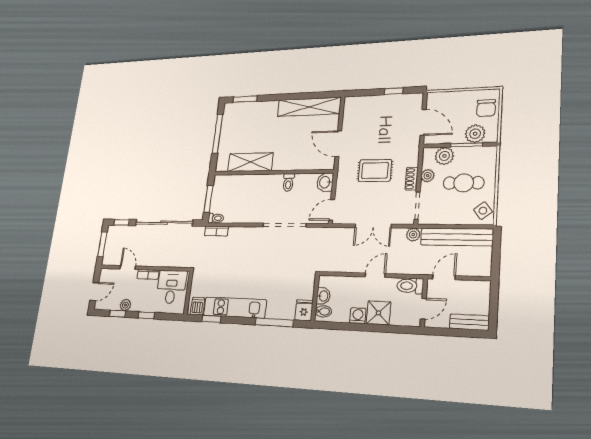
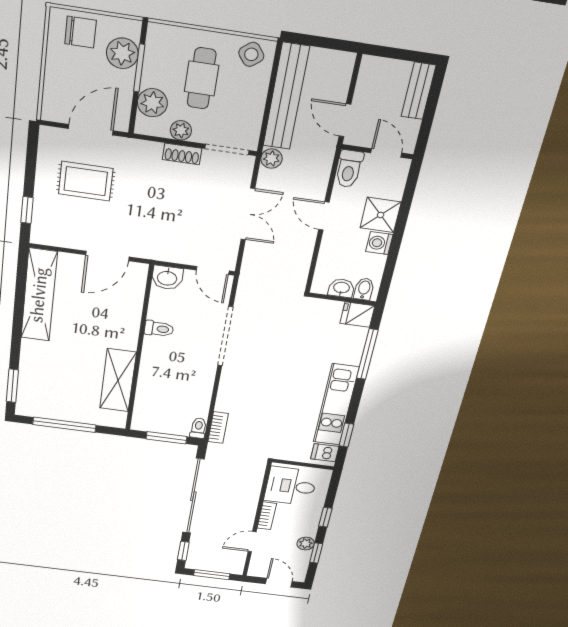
window: (394, 91) -> (27, 210), moved
rug: (375, 170) -> (86, 181), moved, turned 90

